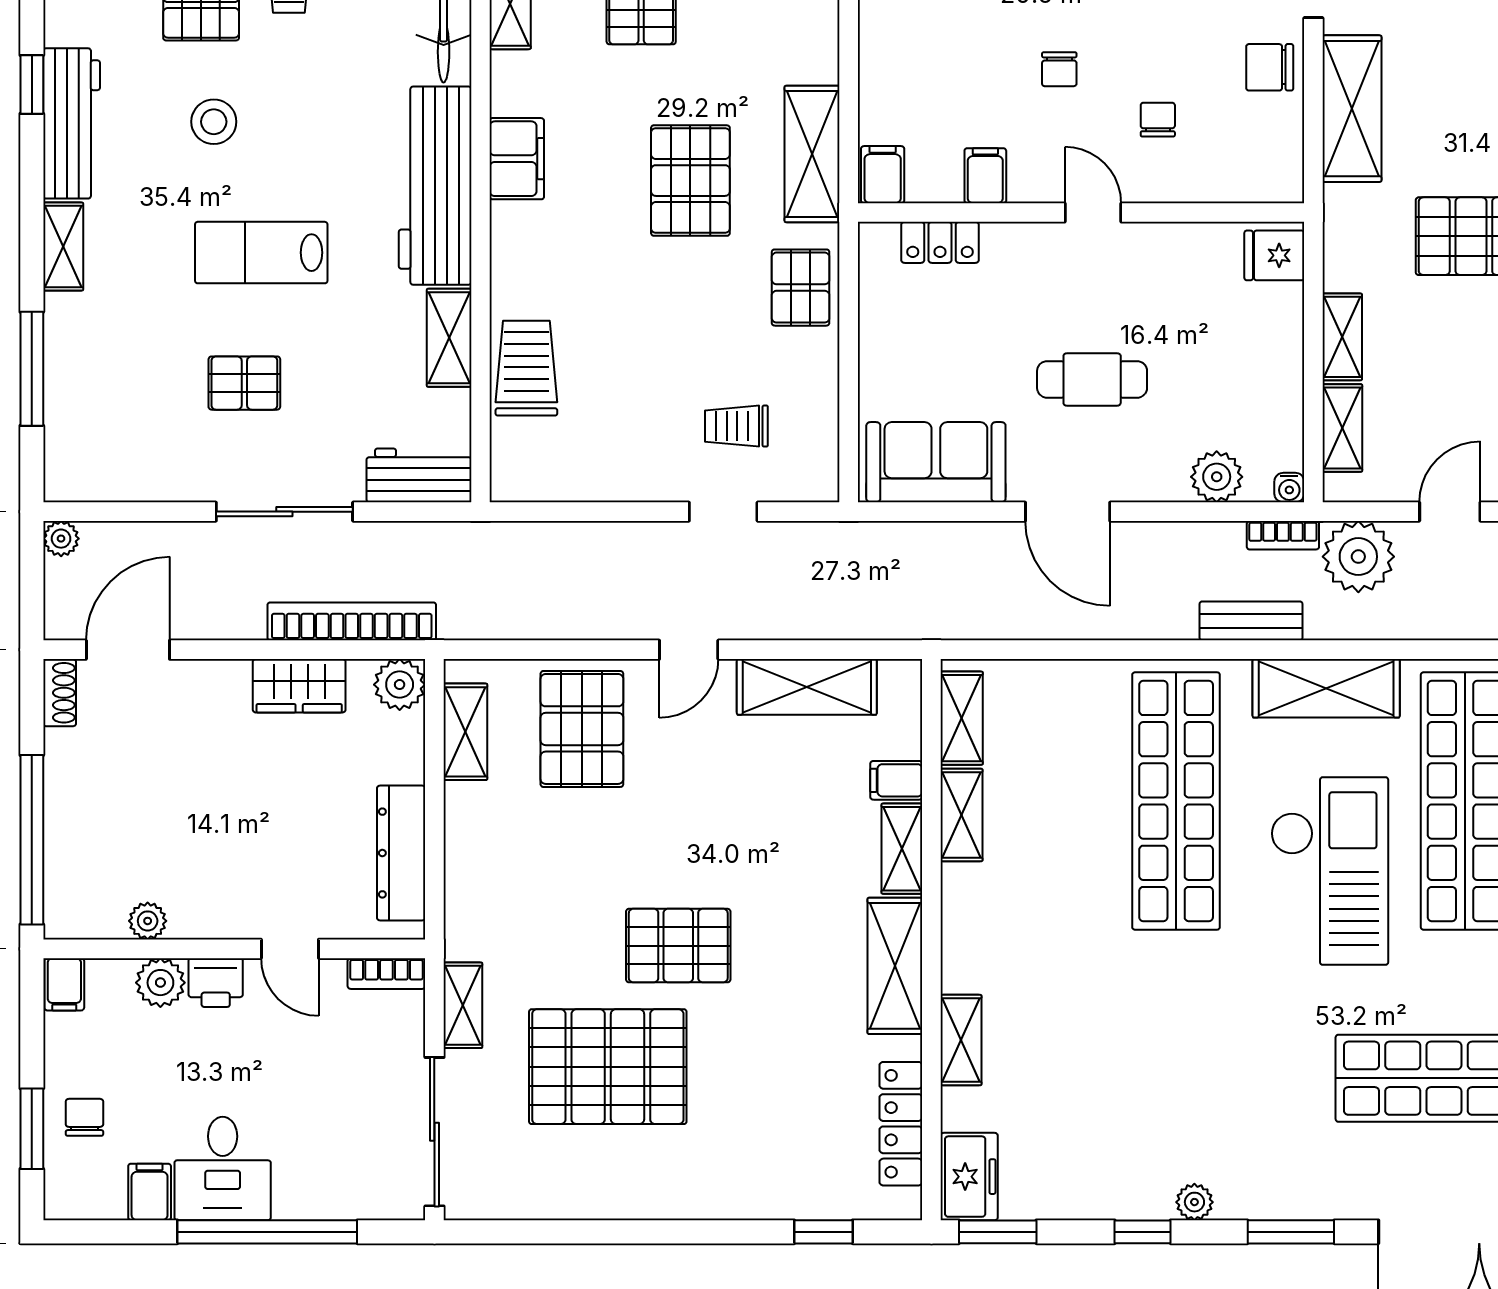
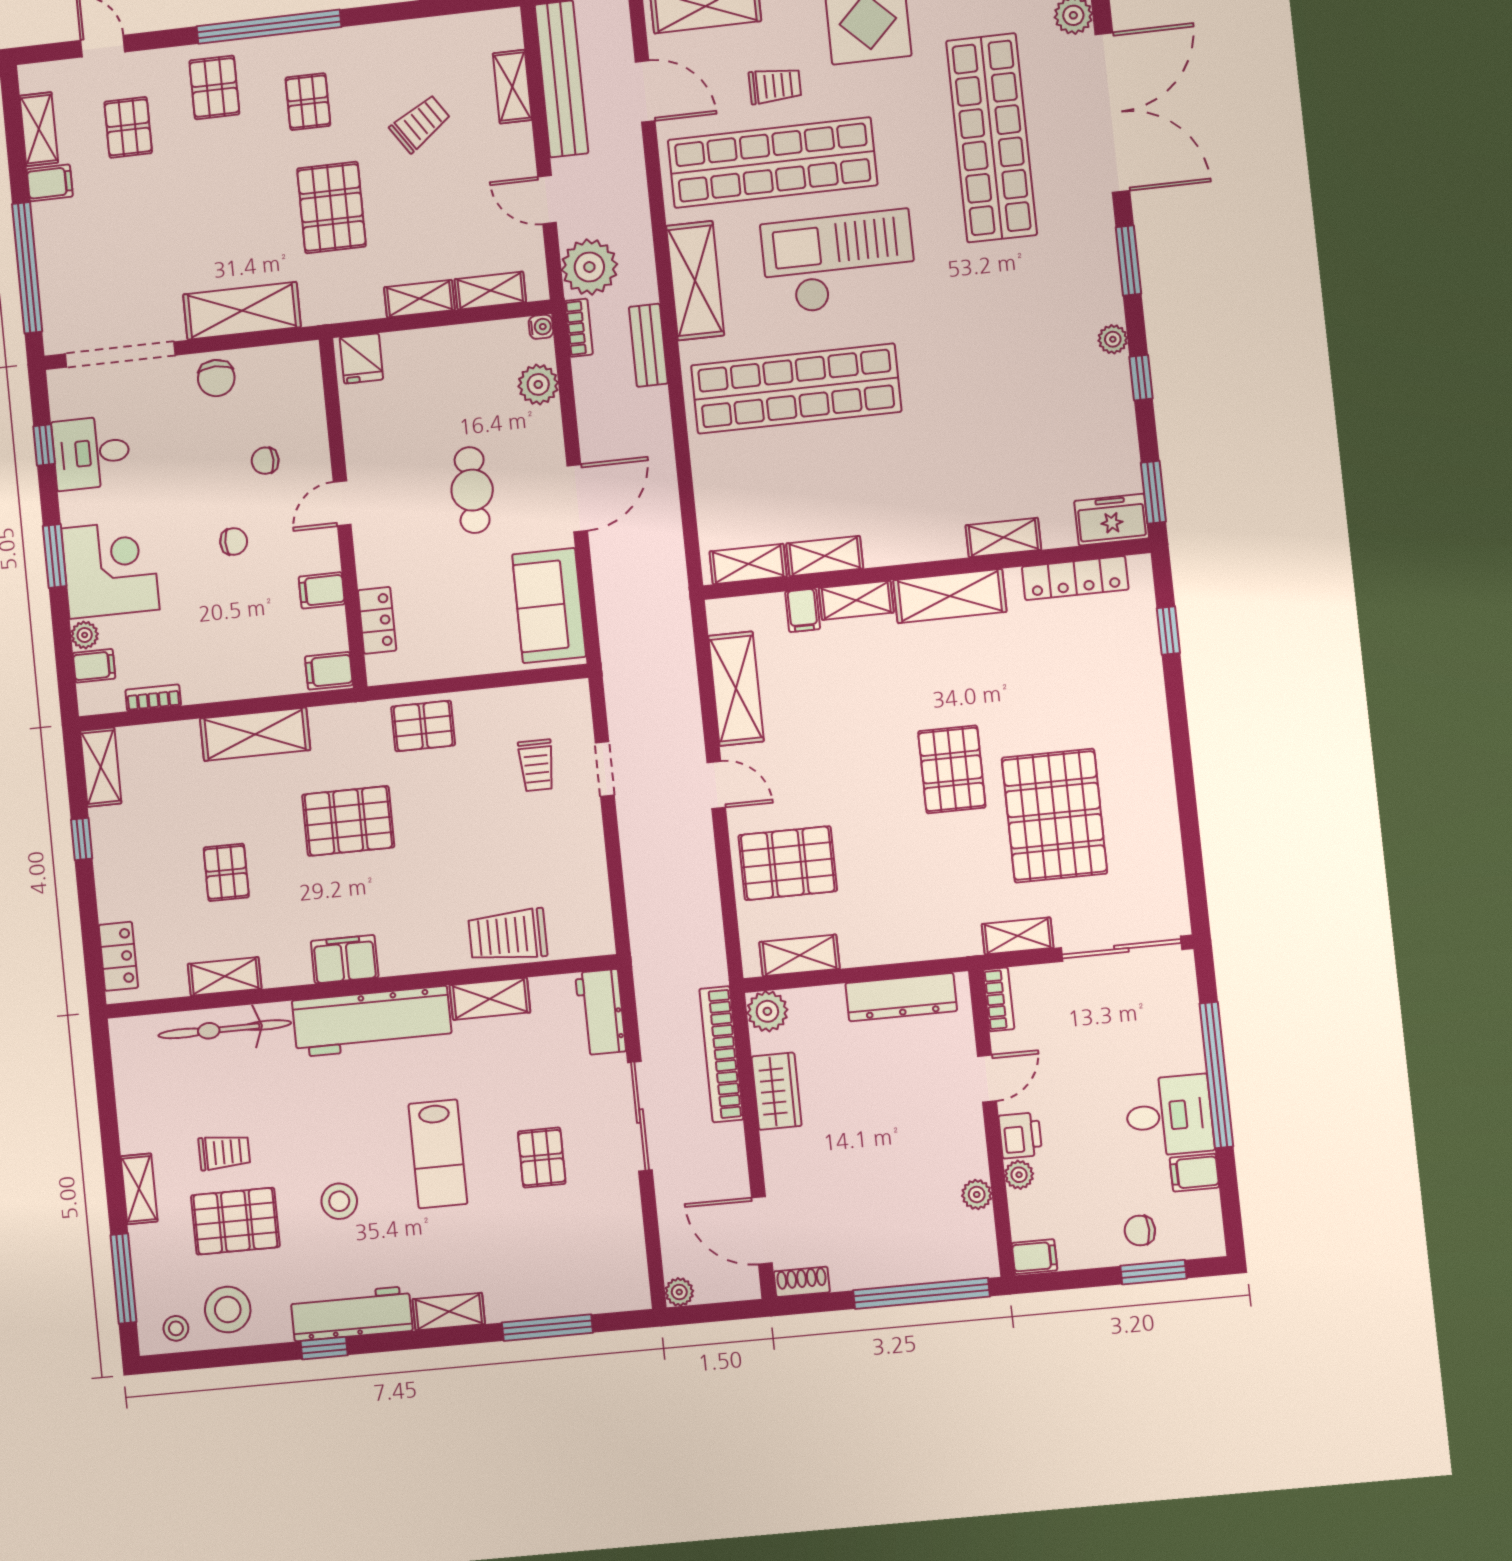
shelving: (812, 154) -> (255, 734), moved
plant: (160, 983) -> (1019, 1175), width x0.73, depth x0.73

